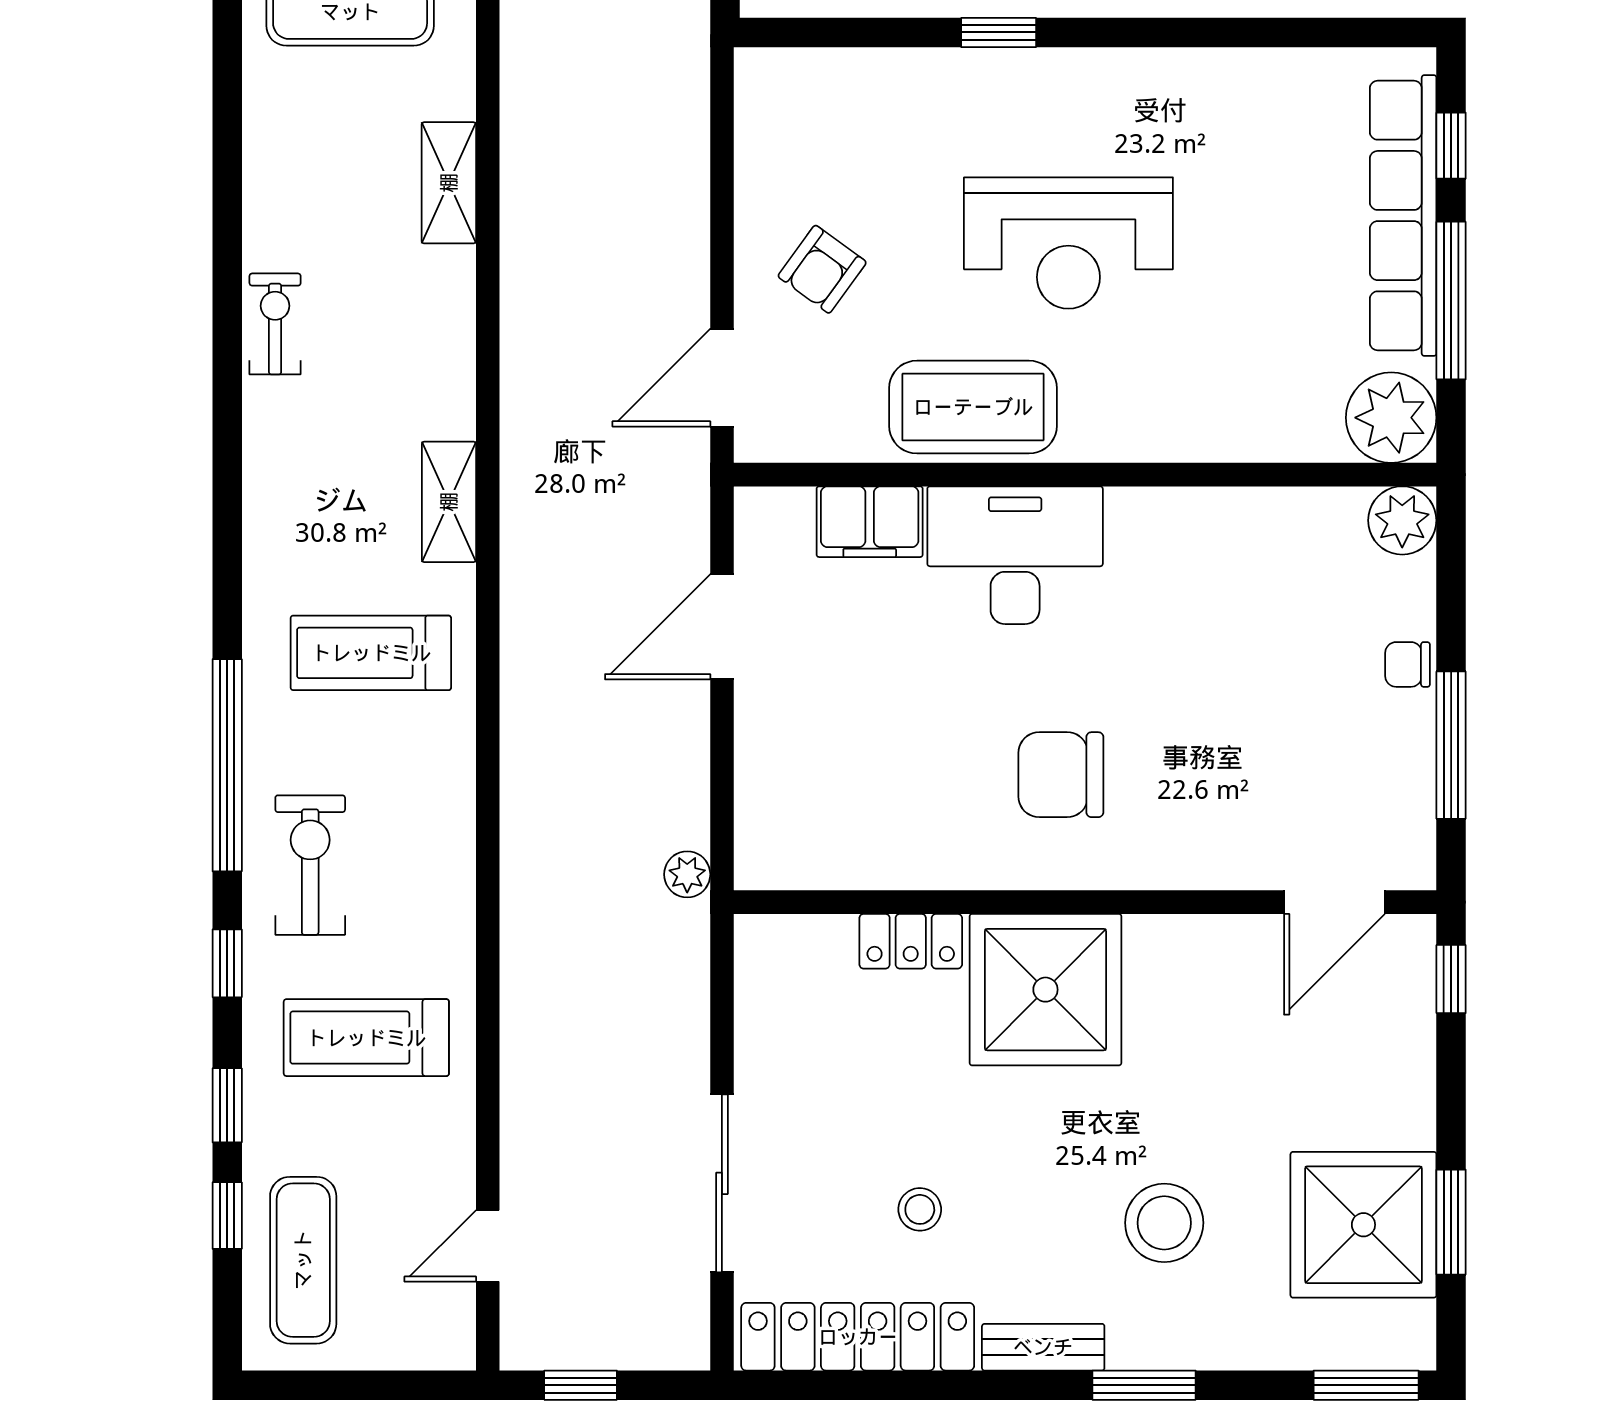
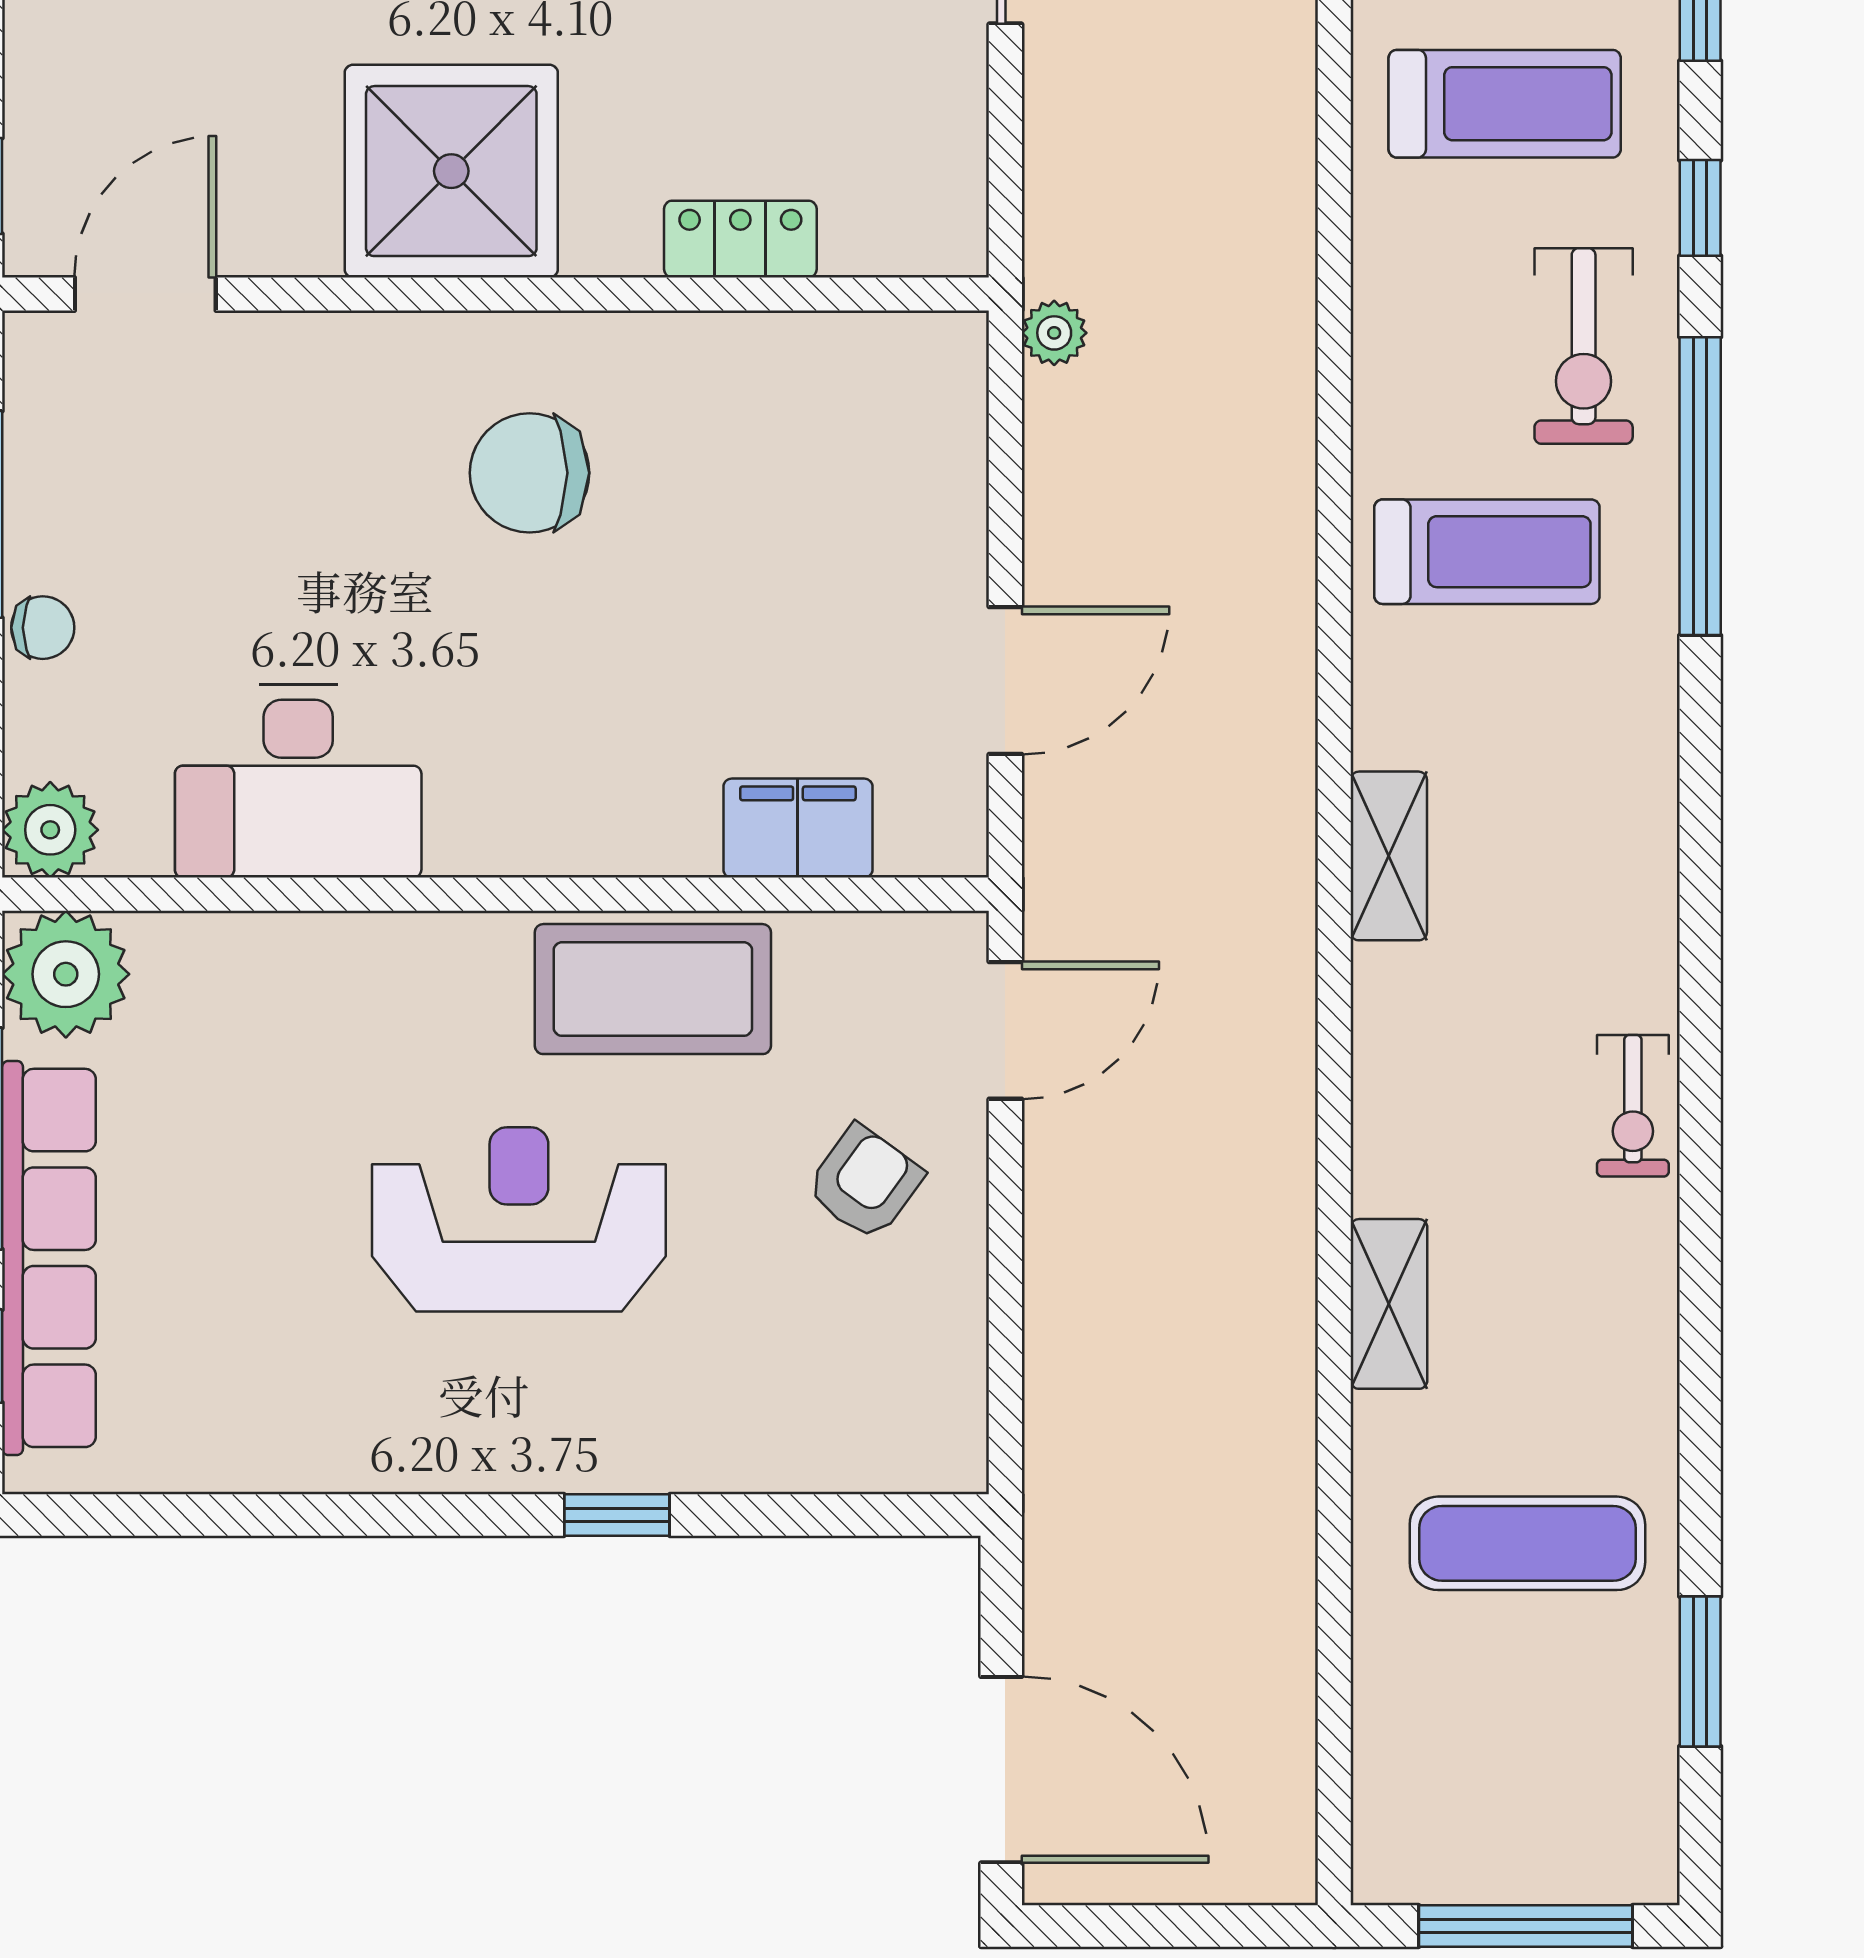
desk: (1015, 555) -> (298, 781), moved
treadmill: (371, 653) -> (1487, 552), moved
chair: (1061, 775) -> (530, 473), turned 180
shower: (1045, 990) -> (451, 171), moved

